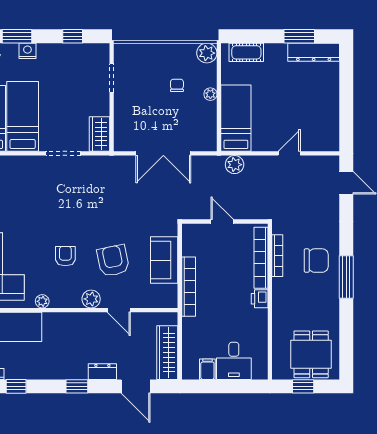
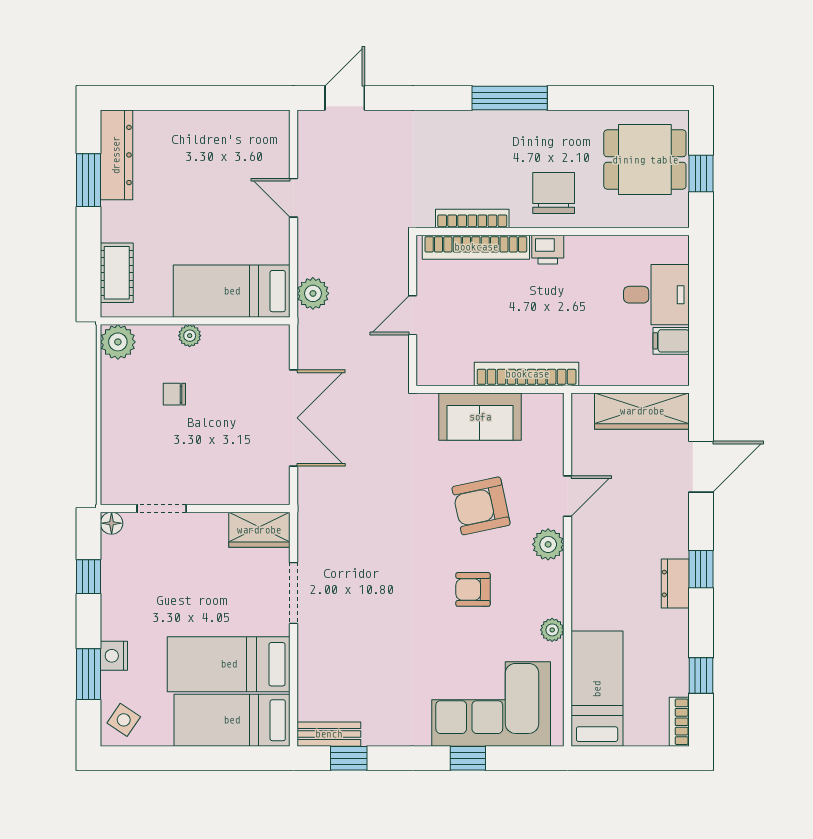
floor lamp: (103, 49) -> (112, 523), added
chair: (316, 261) -> (554, 193), moved
dresser: (102, 372) -> (675, 583), moved

